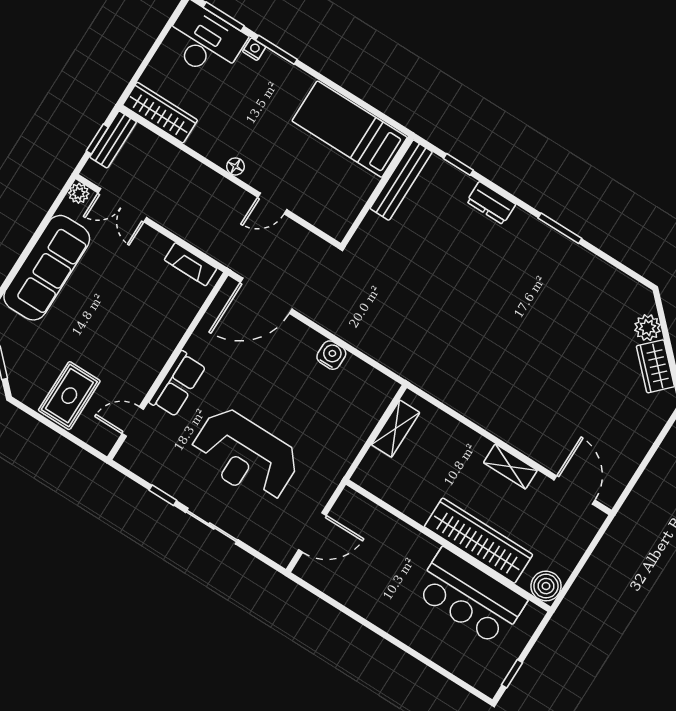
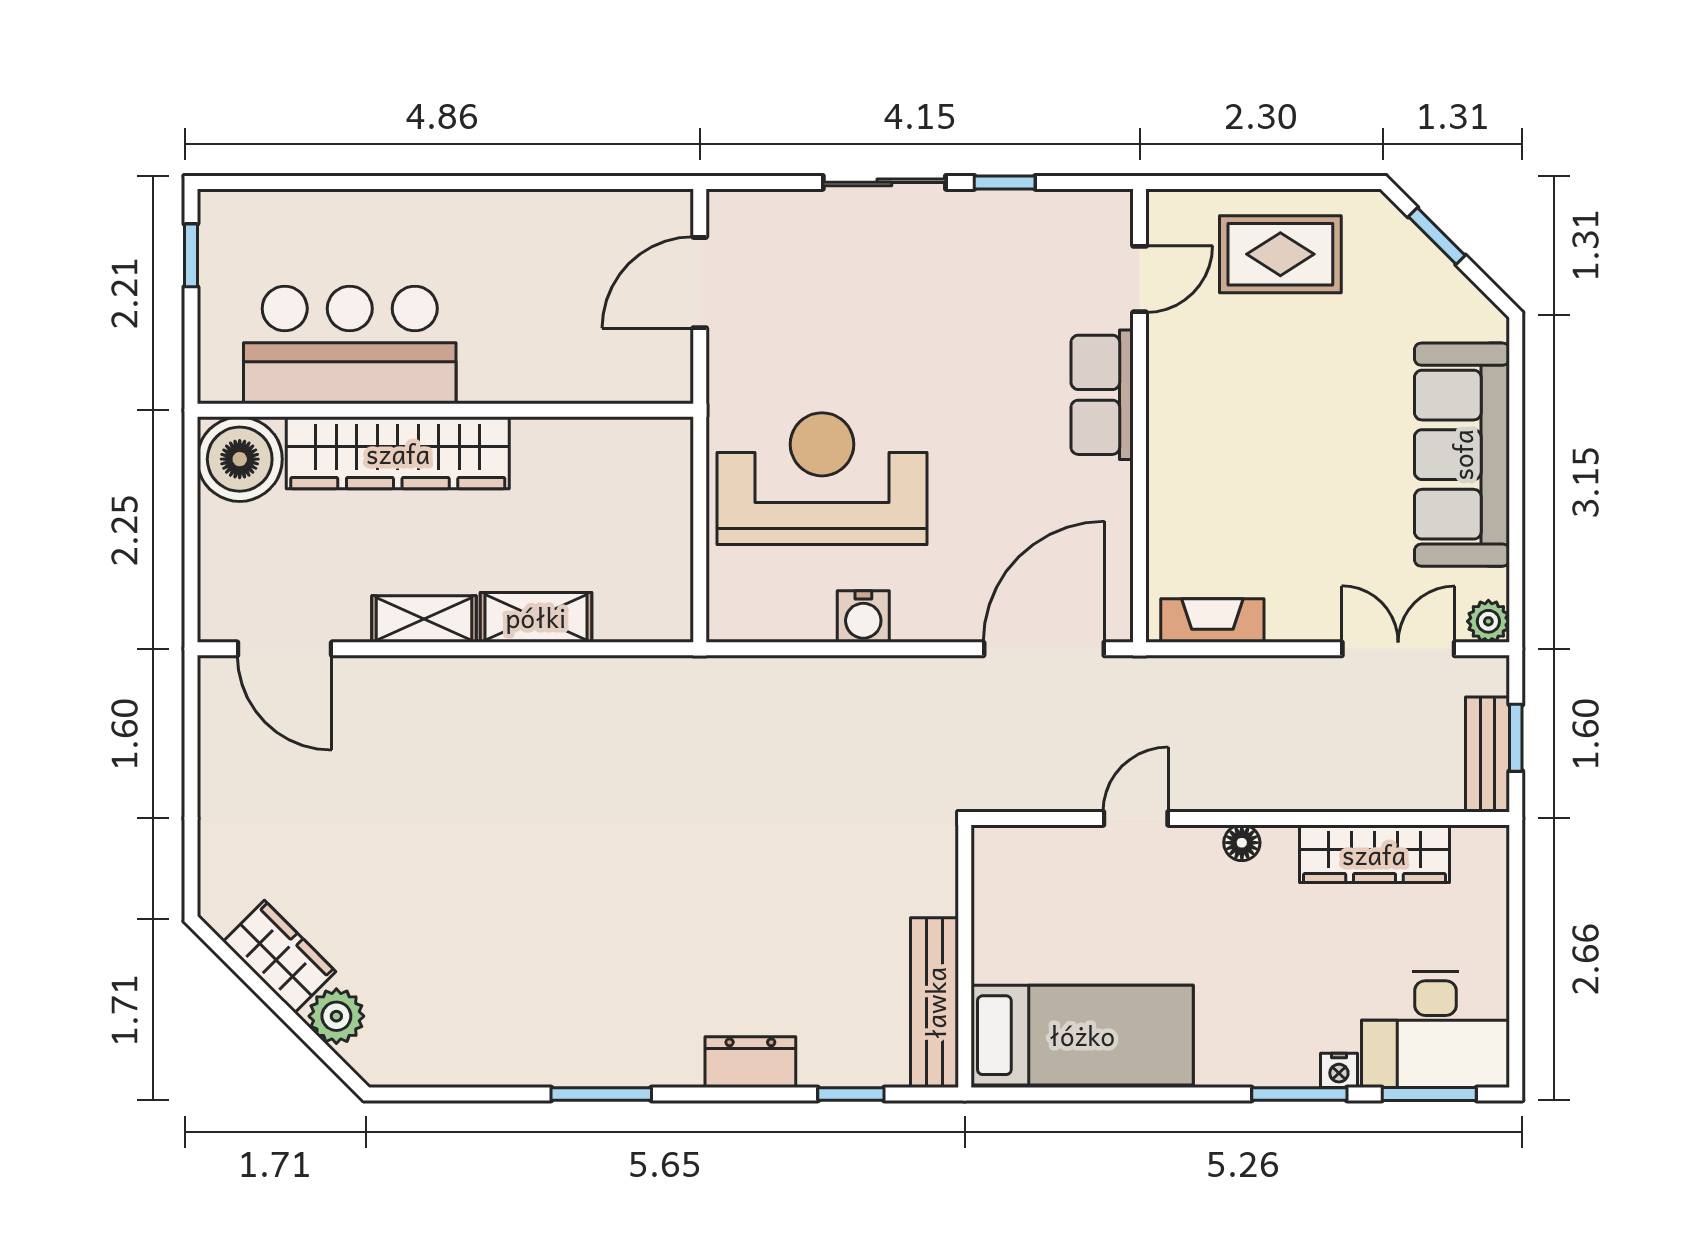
wardrobe: (160, 113) -> (1374, 854), moved
rug: (69, 396) -> (1280, 254), turned 90
shelving: (396, 429) -> (536, 617), moved, turned 90
reception desk: (245, 455) -> (822, 479), moved
boiler: (546, 586) -> (240, 459), width x1.37, depth x1.37

